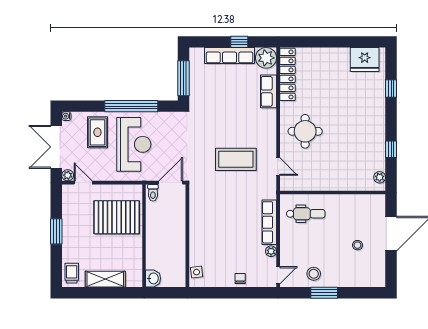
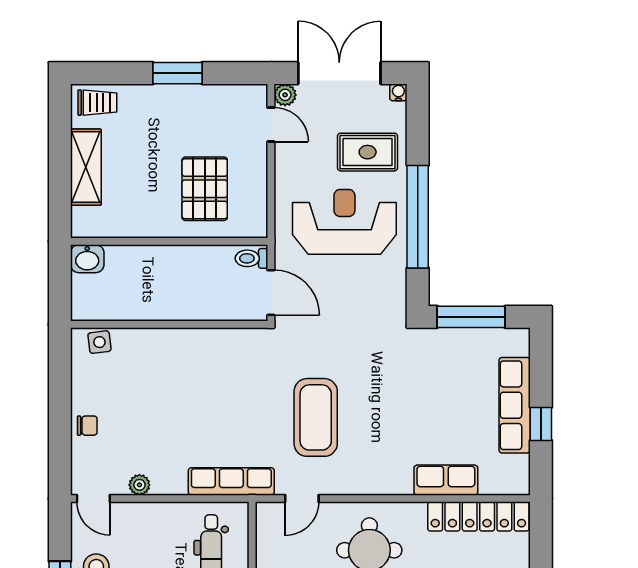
plant: (266, 58) -> (510, 475), removed
reception desk: (134, 144) -> (344, 222), turned 180
door: (83, 183) -> (271, 125), hinge flipped
pallet: (117, 217) -> (205, 189), width x0.73, depth x0.71
row of seats: (269, 222) -> (231, 481), moved

